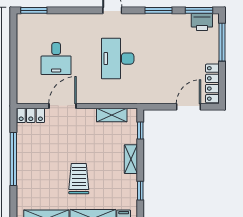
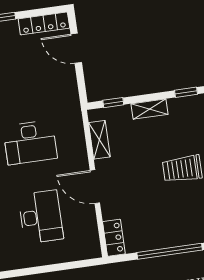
desk: (56, 59) -> (41, 217), width x1.37
door: (63, 106) -> (95, 187), moved

